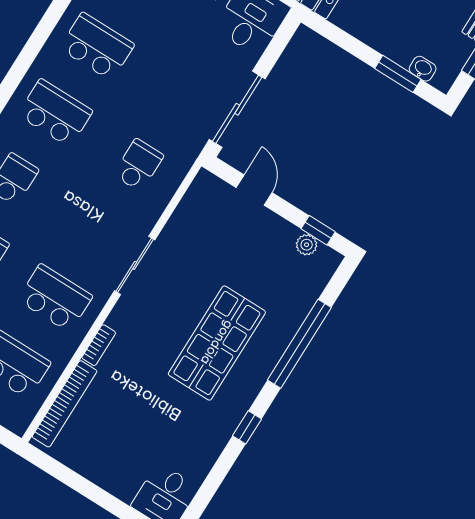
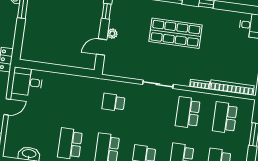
sliding door: (237, 109) -> (70, 70), removed
plant: (307, 245) -> (112, 34), moved

